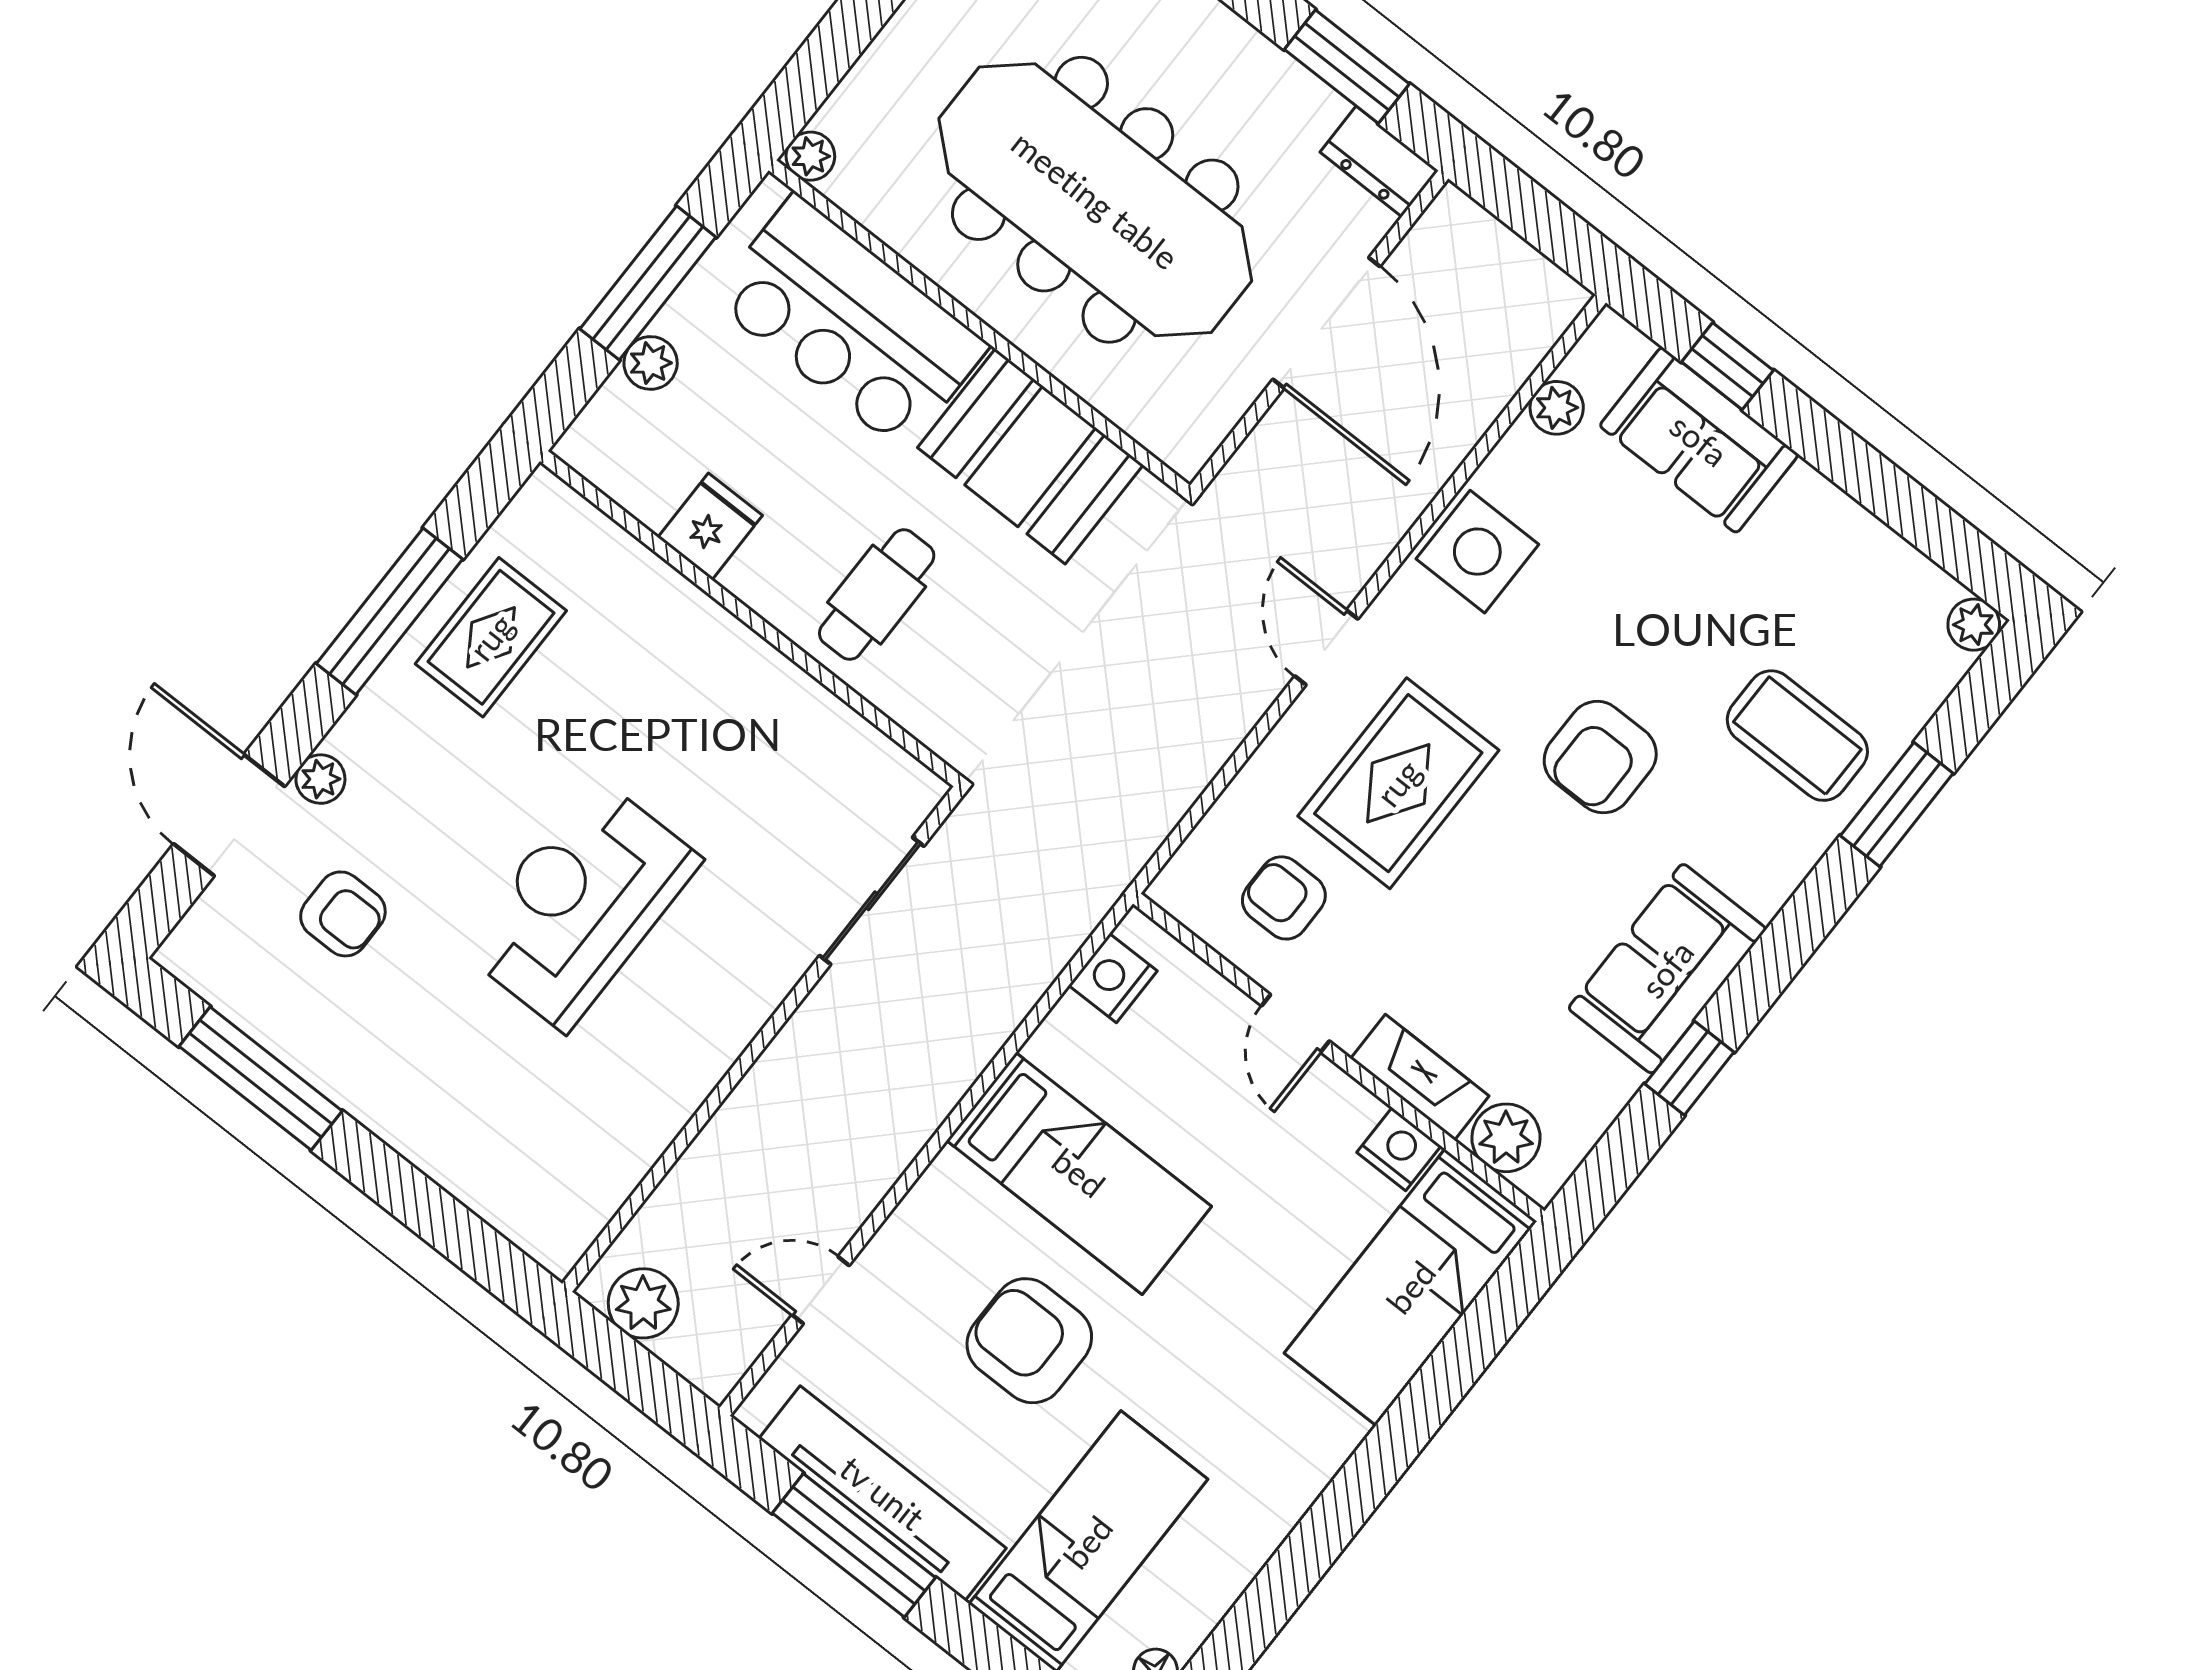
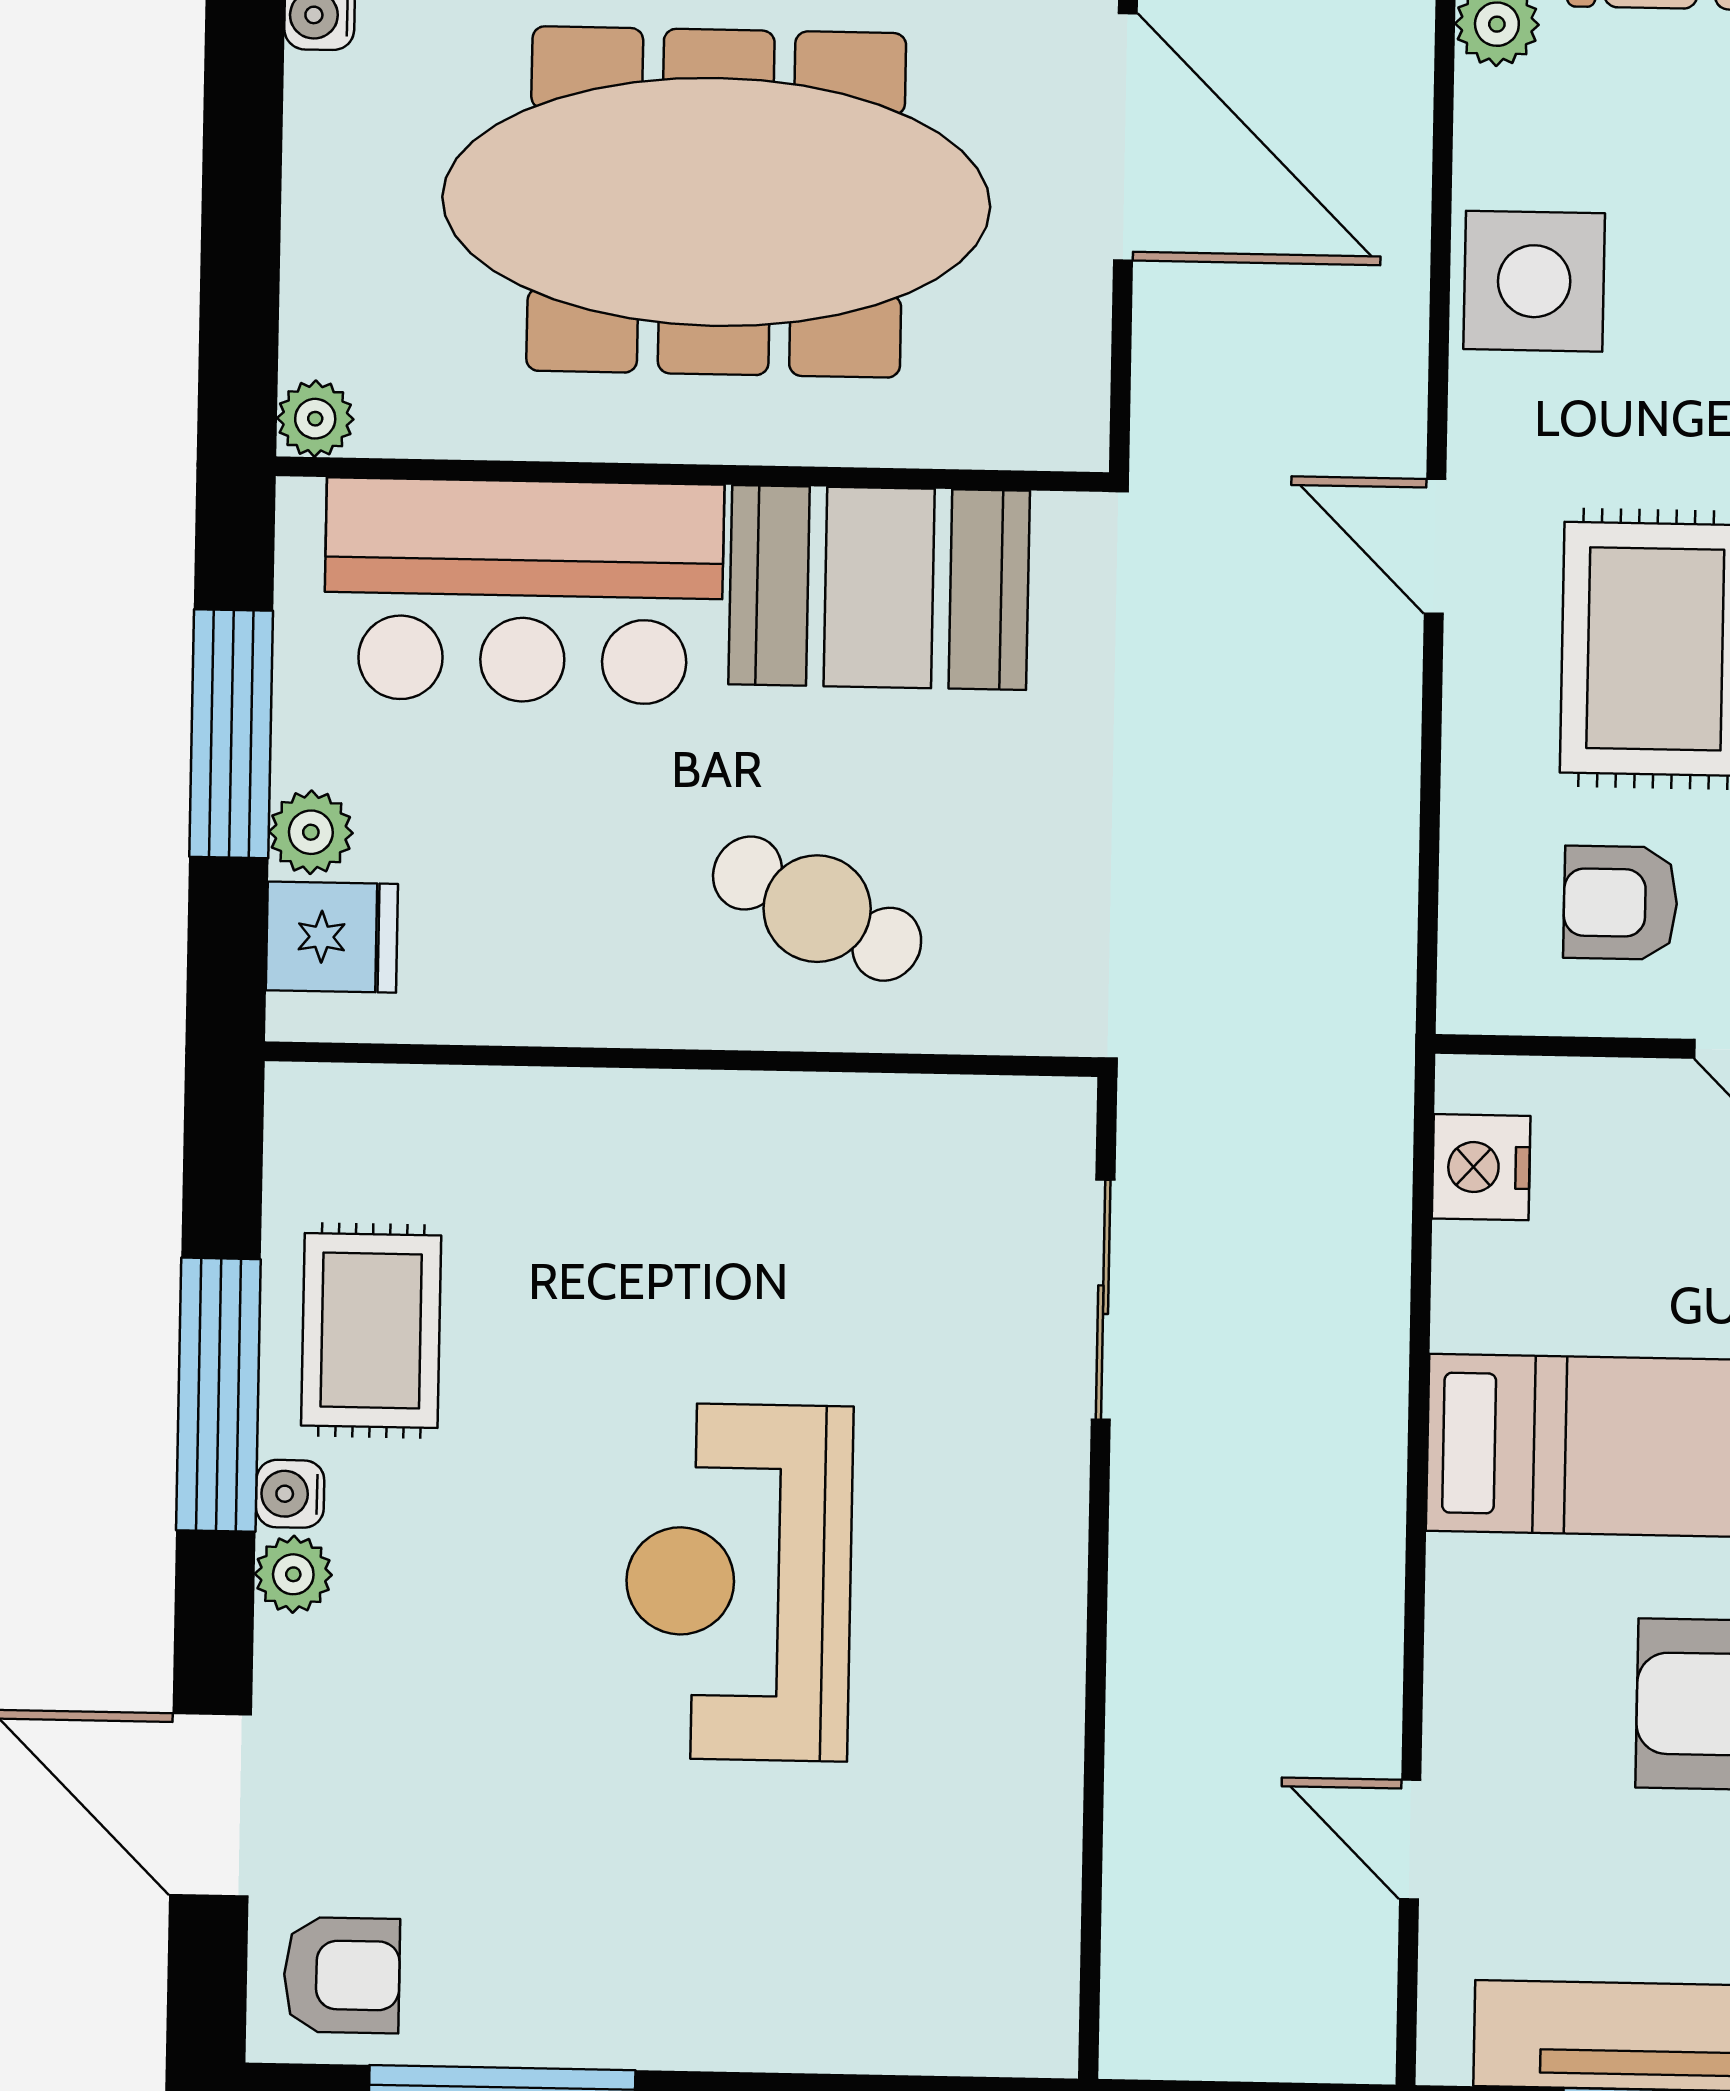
fridge: (710, 526) -> (332, 937), moved, turned 90
cafe table: (877, 595) -> (817, 909), turned -64
water cooler: (388, 689) -> (290, 1494), added
plant: (320, 779) -> (293, 1574), moved
armchair: (343, 914) -> (342, 1975), moved
door: (821, 1290) -> (1410, 1840), hinge flipped
plant: (643, 1303) -> (1199, 2026), removed

